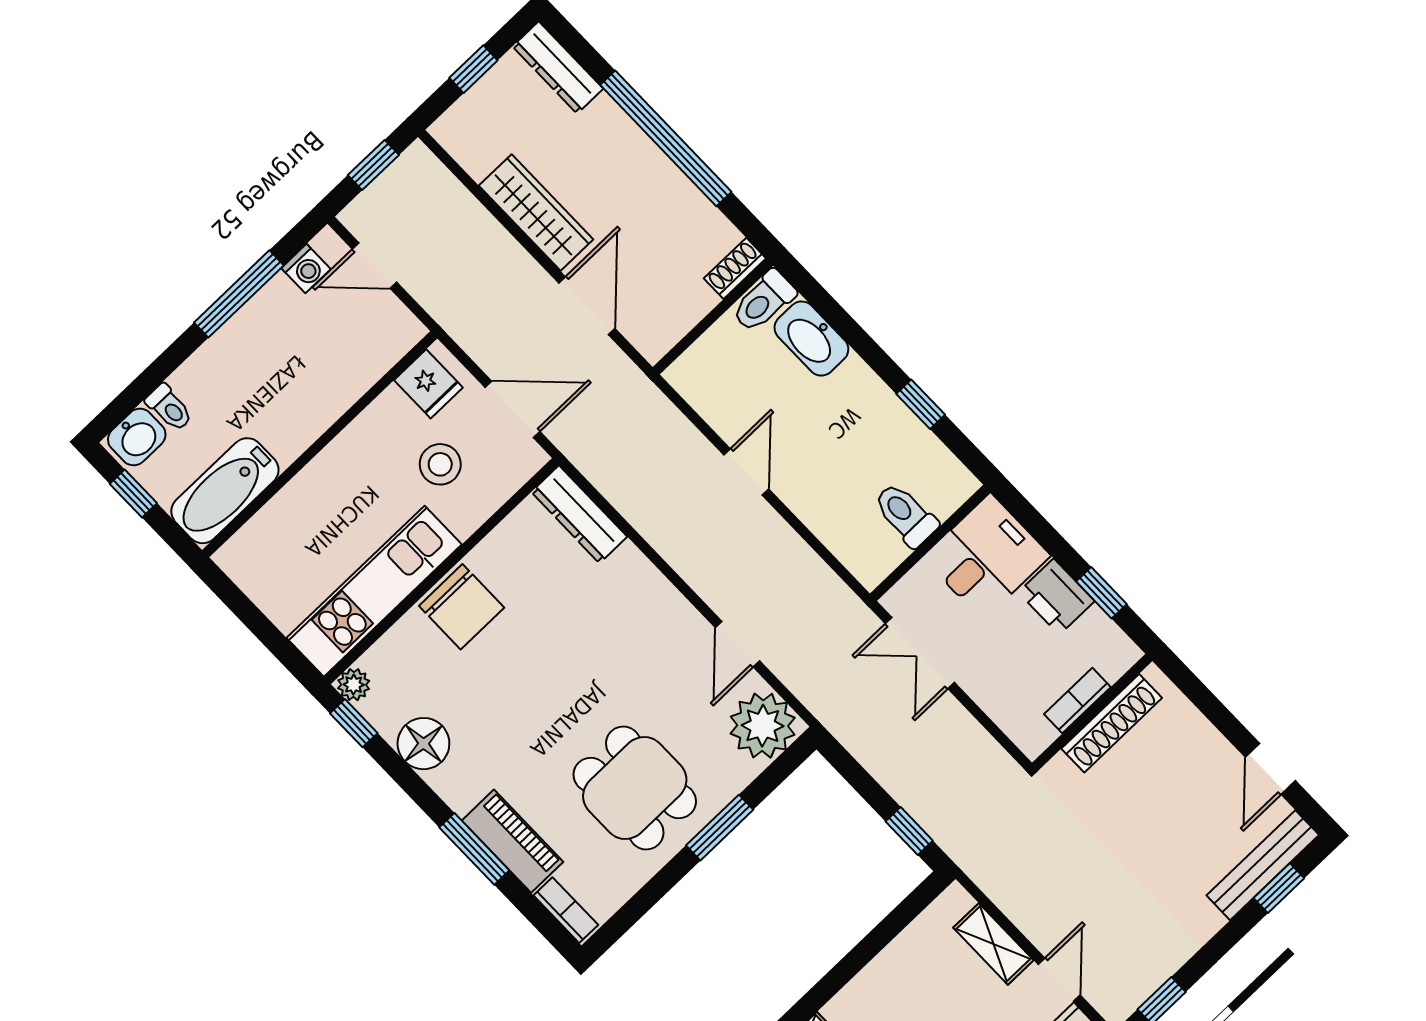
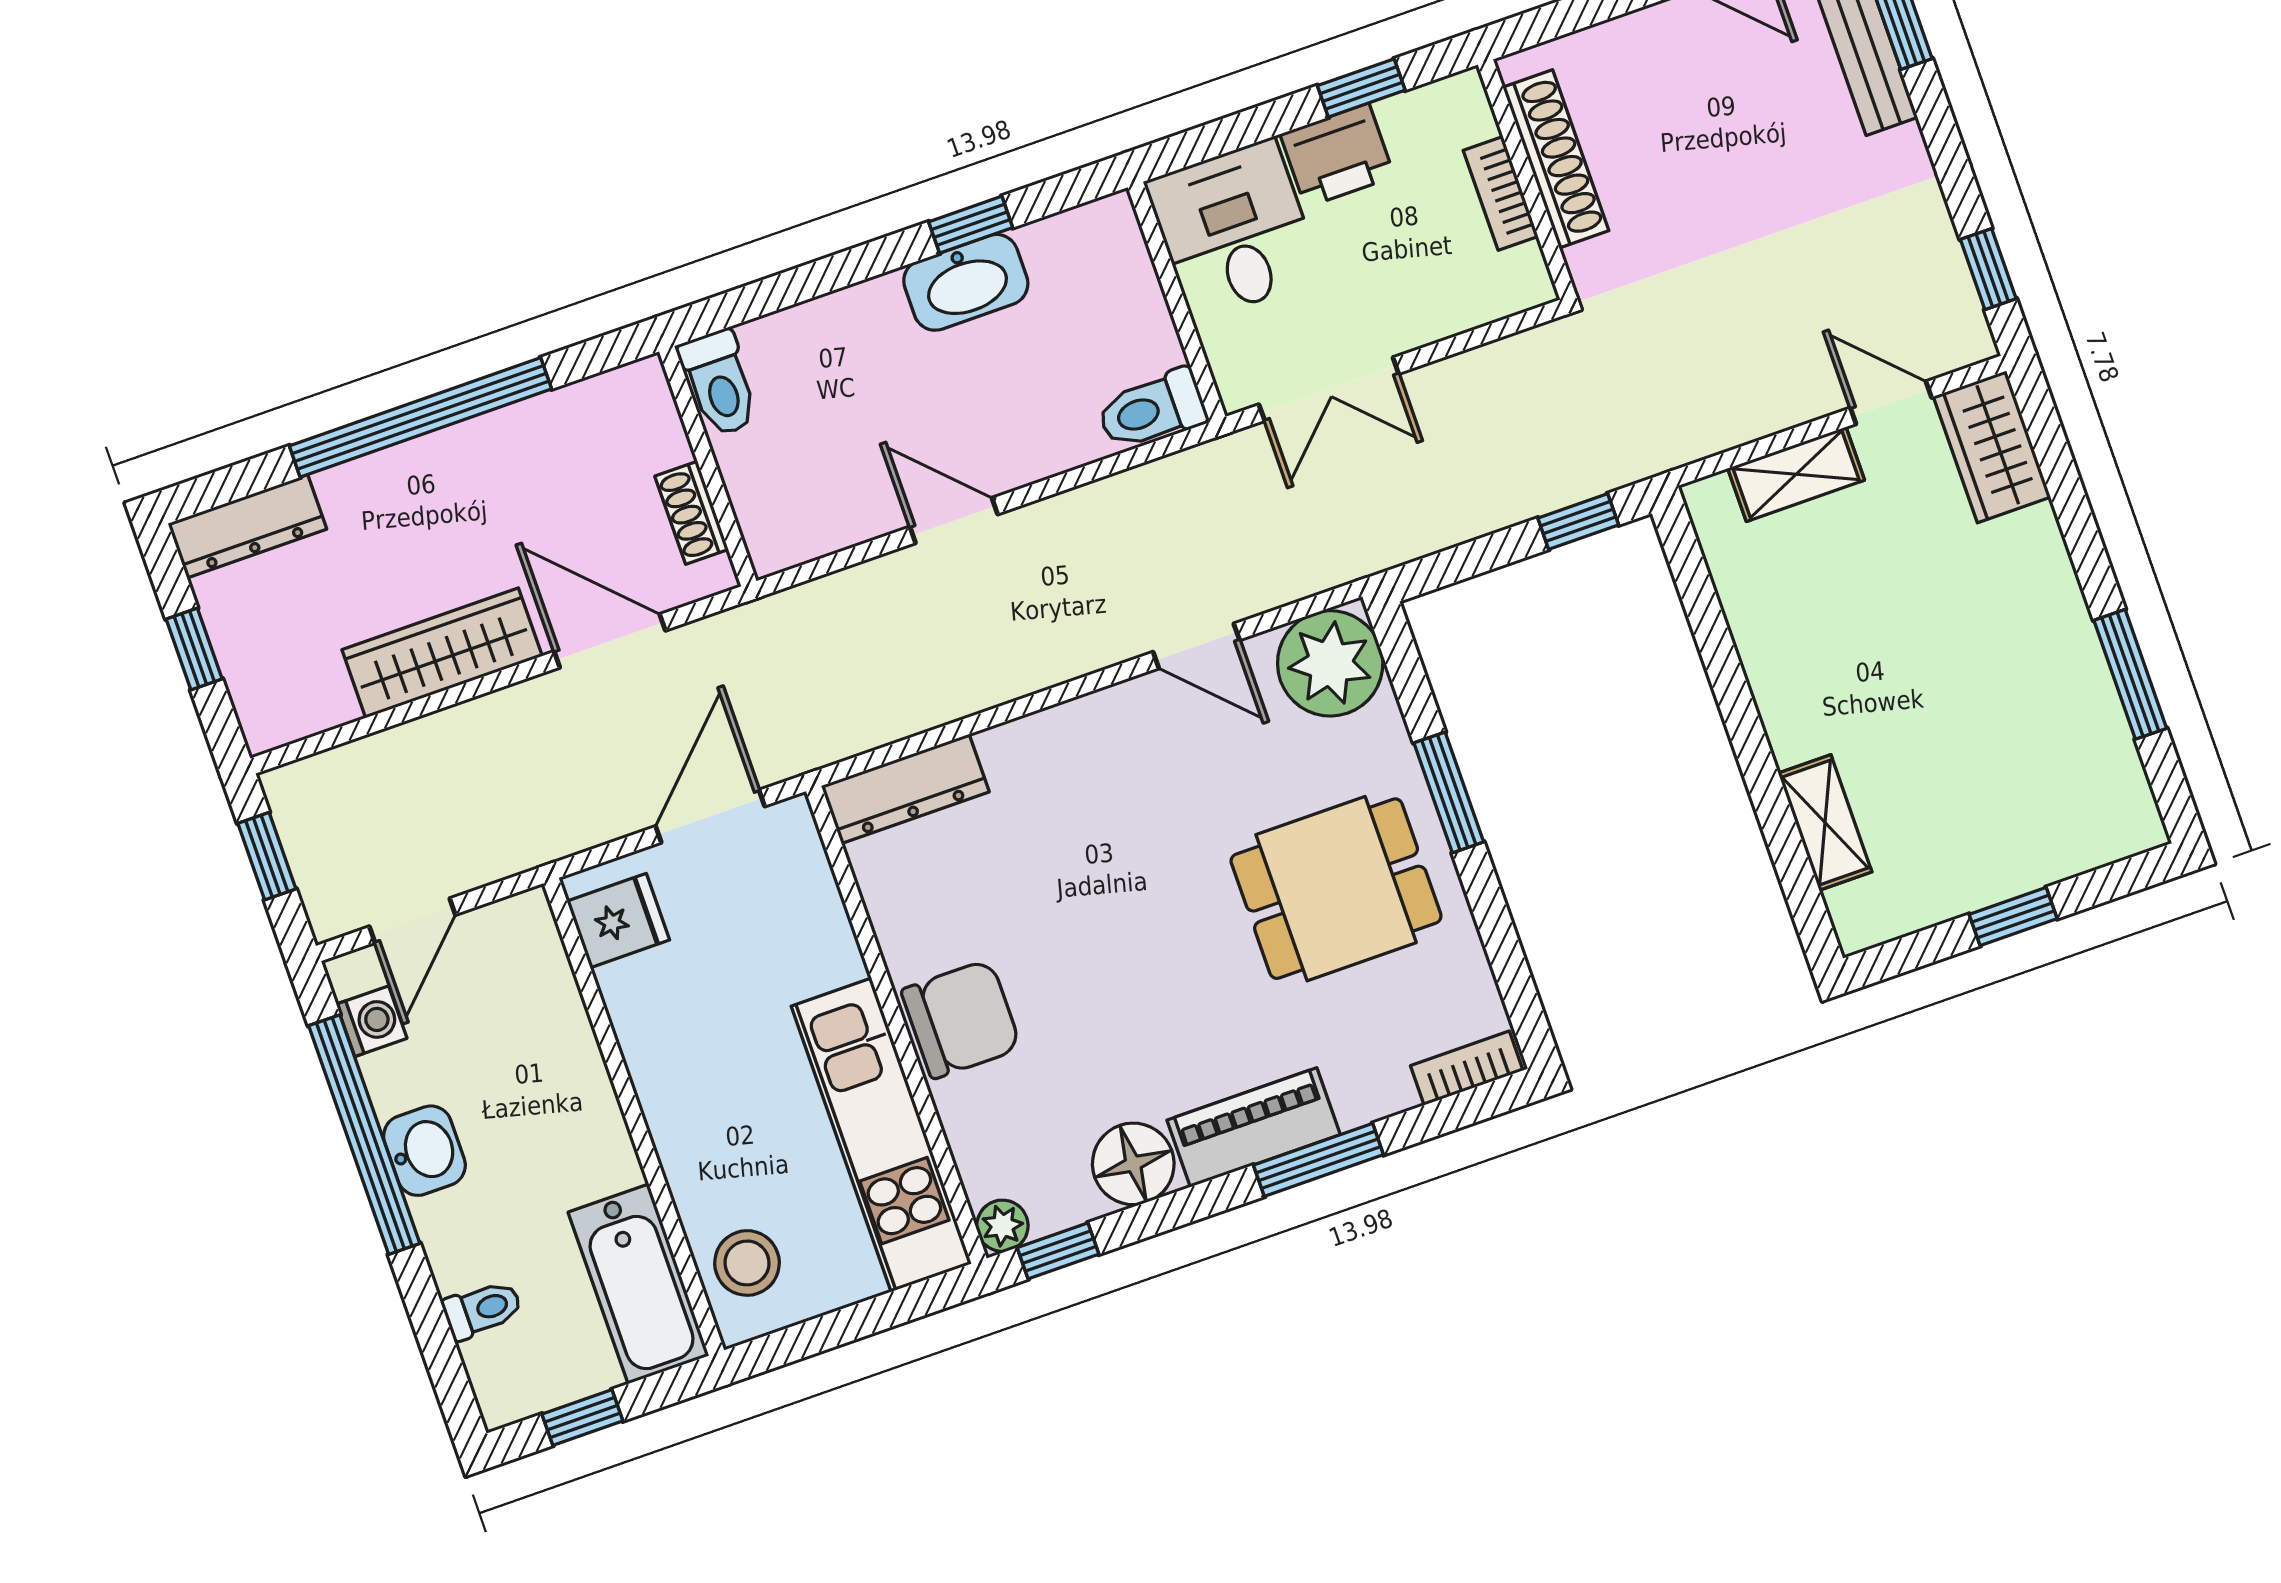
shoe rack: (735, 268) -> (692, 513), moved
window: (239, 294) -> (364, 1135), width x1.46
washbasin: (811, 339) -> (966, 282), moved
washbasin: (137, 437) -> (424, 1151), moved
stool: (440, 464) -> (747, 1263), moved
toilet: (906, 515) -> (1152, 410), moved
piano: (512, 841) -> (1254, 1127), moved

